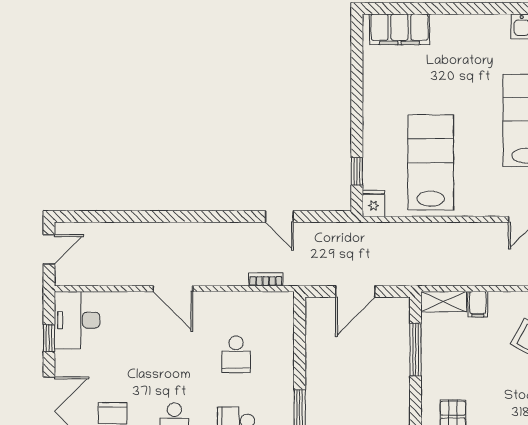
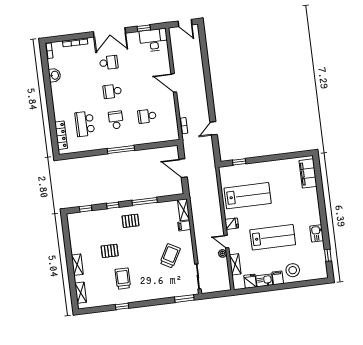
fridge: (373, 203) -> (232, 224), moved
door: (173, 289) -> (174, 83), hinge flipped
window: (415, 350) -> (145, 201), moved

